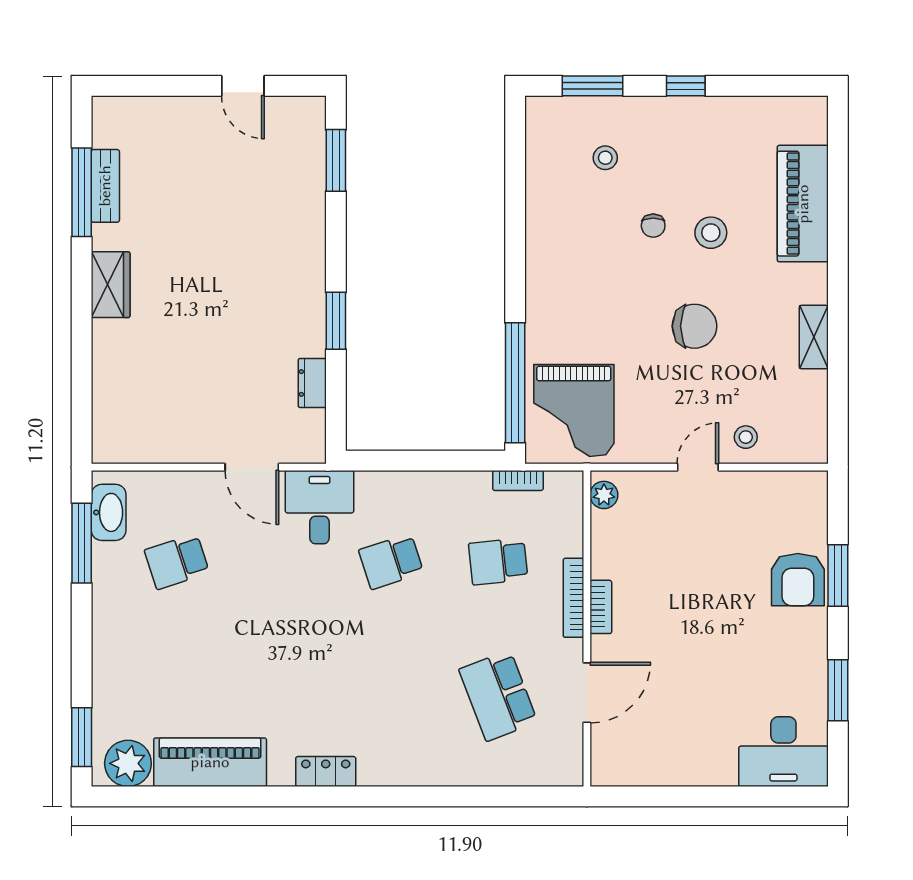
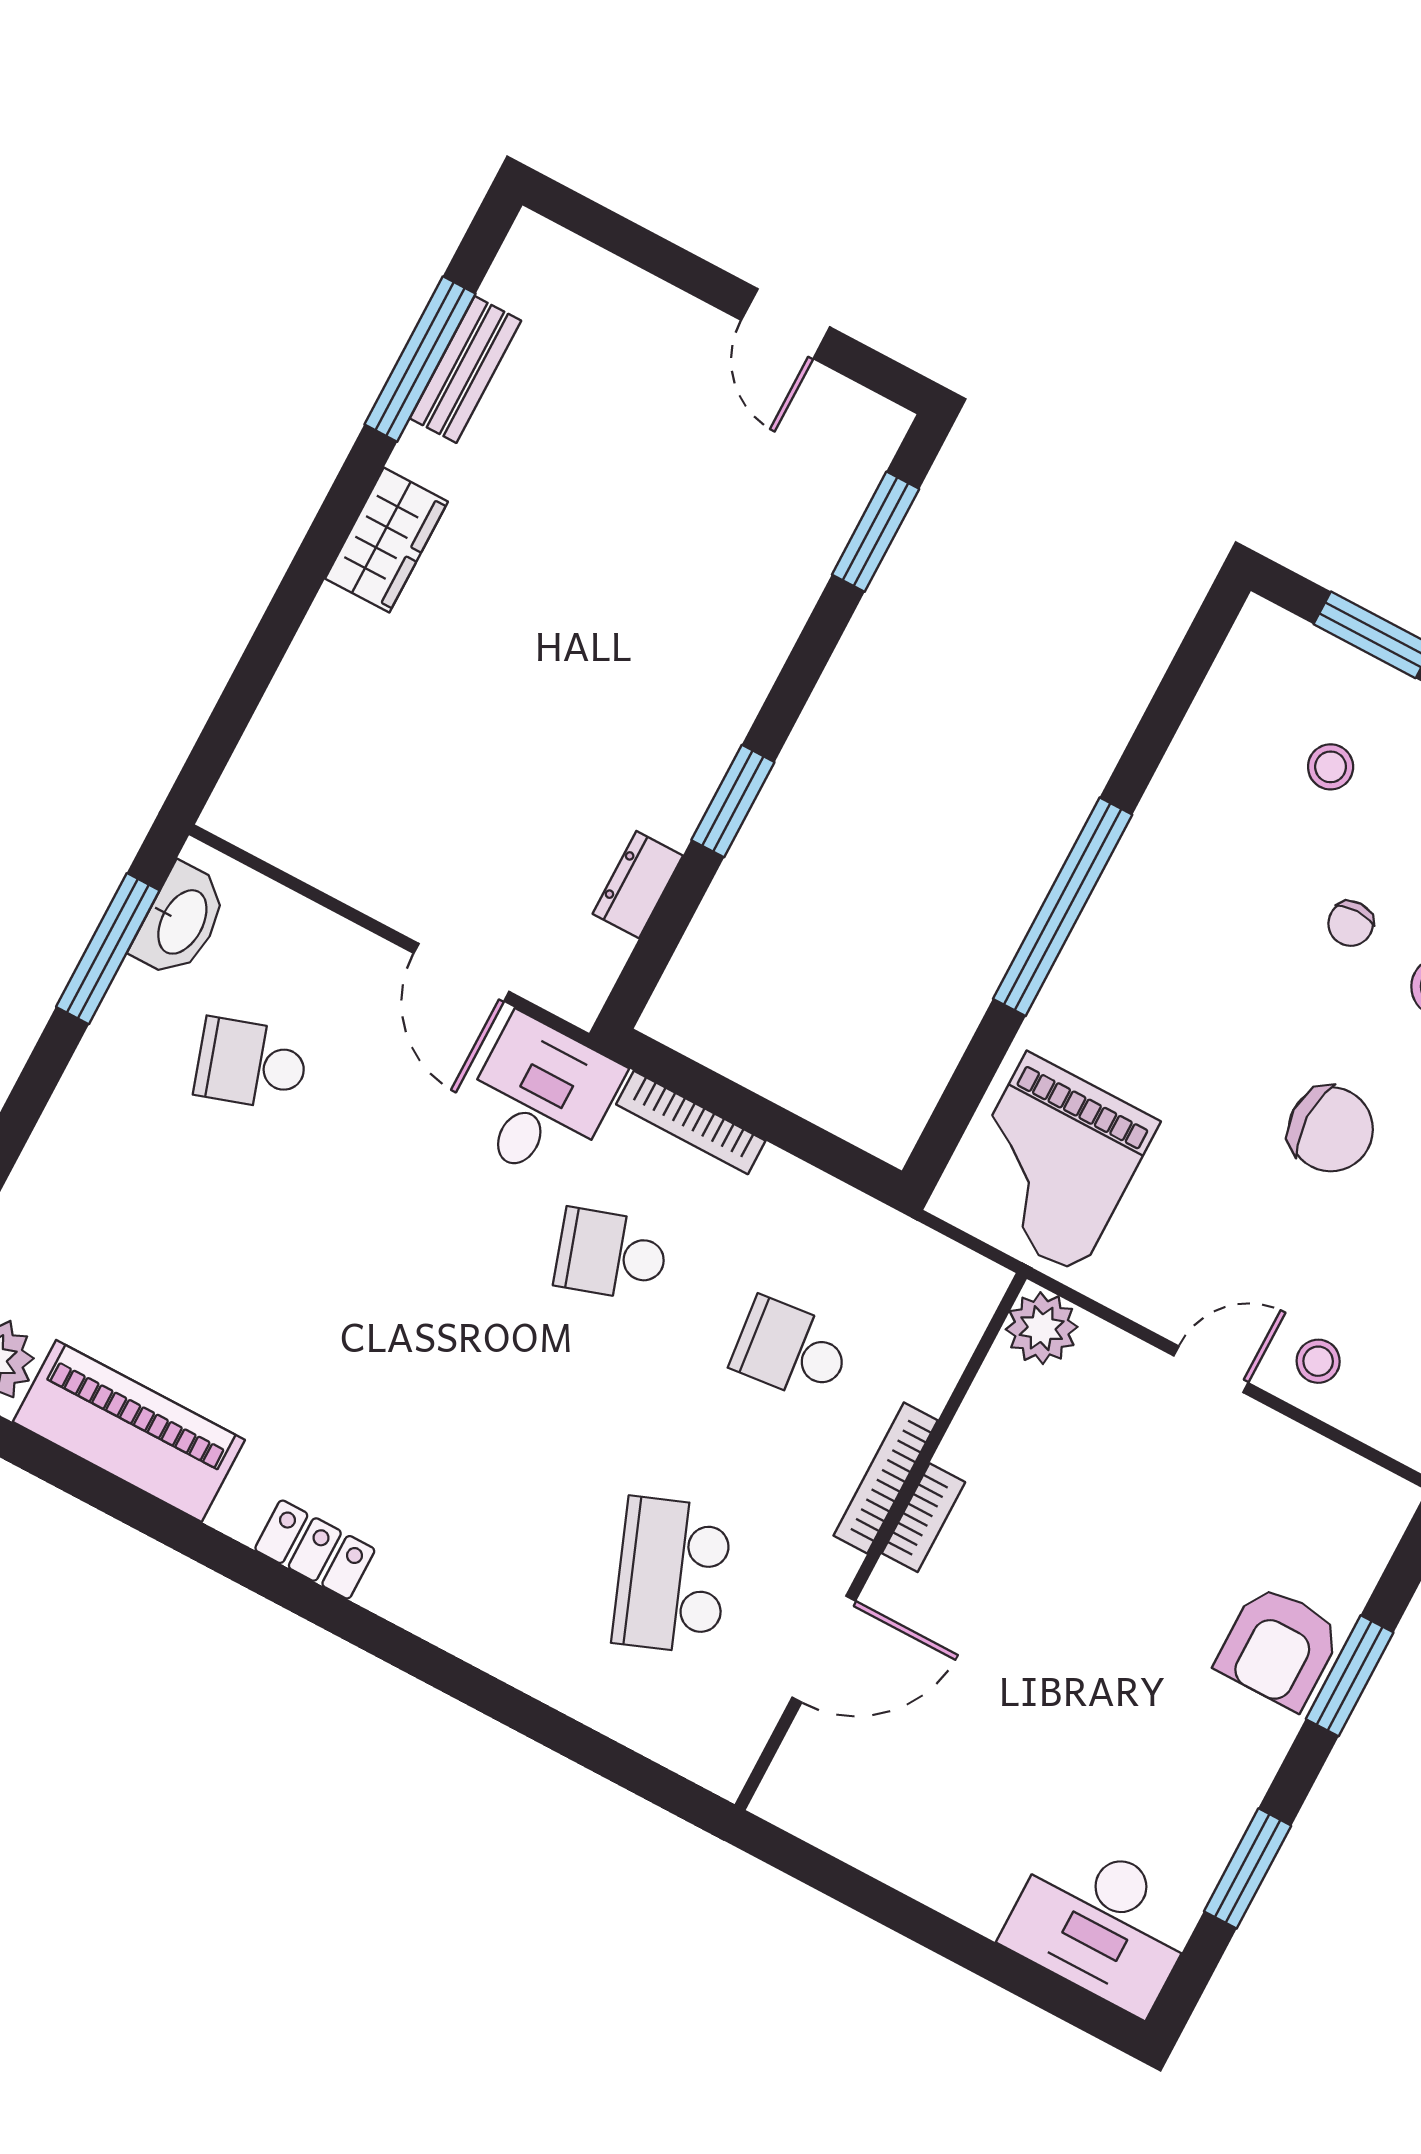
window: (515, 383) -> (1063, 907), moved
bookcase: (518, 481) -> (691, 1123), moved, width x1.56
plant: (604, 495) -> (1042, 1328), width x1.38, depth x1.38

